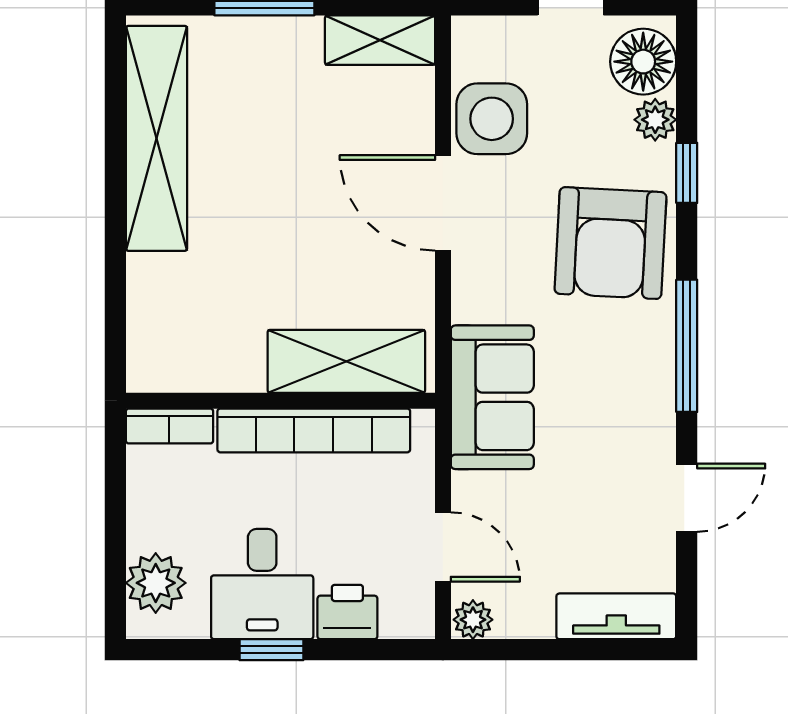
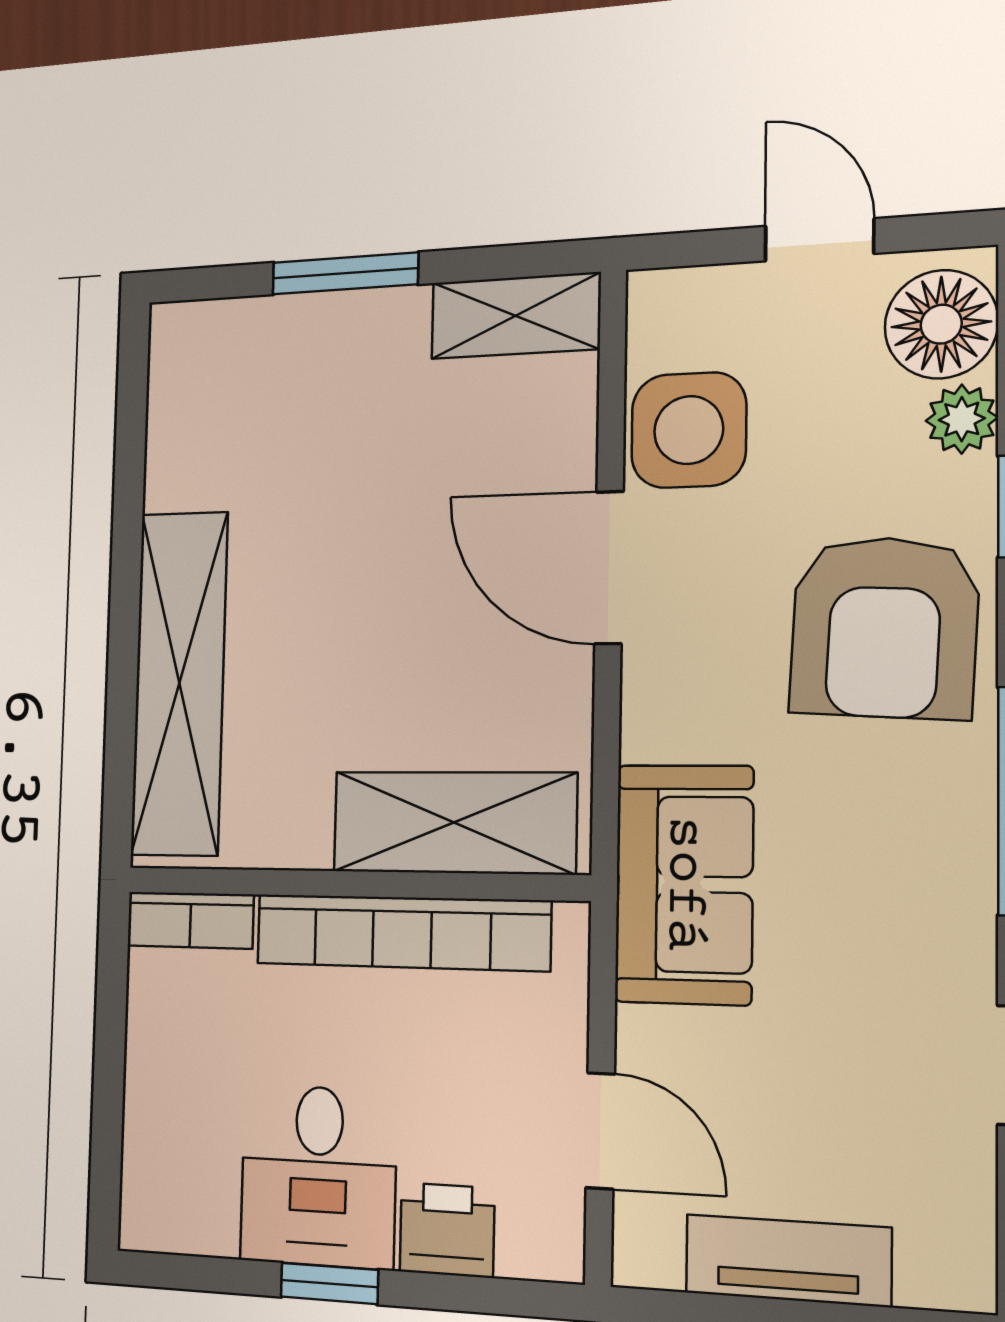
shelving: (156, 138) -> (179, 683), moved
plant: (156, 583) -> (163, 1165), removed
tv unit: (616, 616) -> (788, 1260), moved
plant: (473, 620) -> (648, 1256), removed

